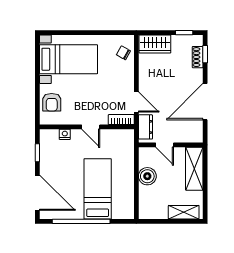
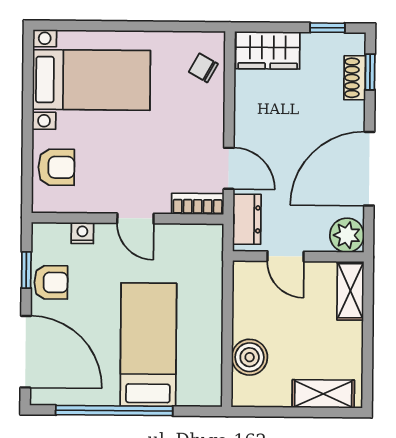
armchair: (52, 102) -> (56, 167), turned -90
plant: (195, 134) -> (347, 235), added
armchair: (50, 159) -> (51, 282), added
shelving: (194, 169) -> (350, 291), width x0.67, depth x0.75
boiler: (147, 176) -> (250, 357), moved

